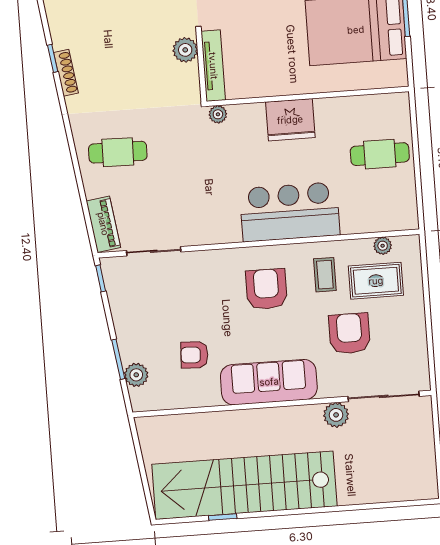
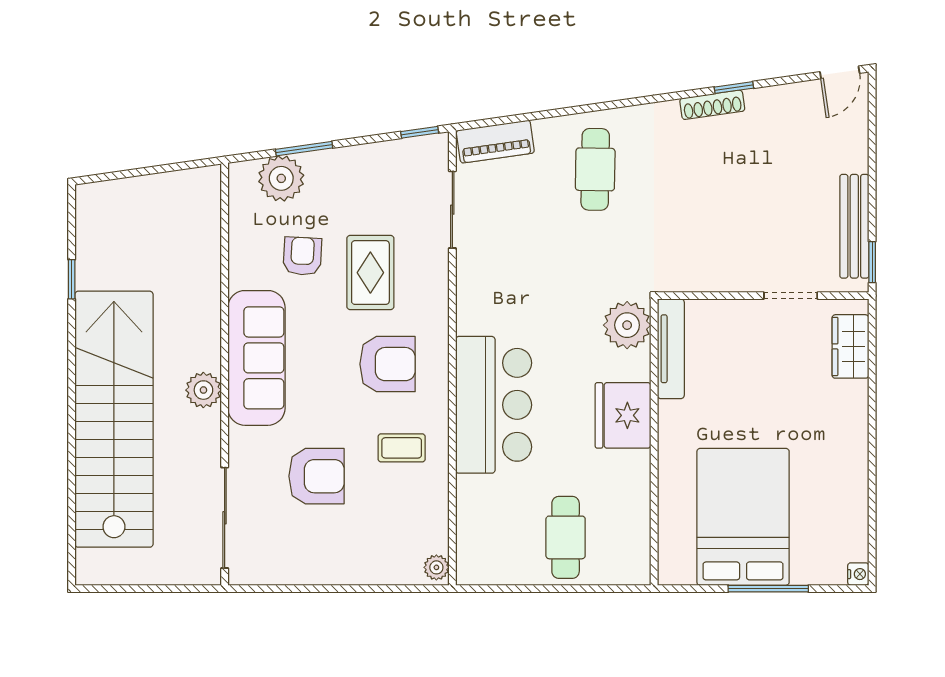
plant: (185, 50) -> (732, 275), removed
tv unit: (213, 66) -> (671, 349), moved, turned -90
plant: (218, 114) -> (627, 325), width x1.88, depth x1.88
plant: (383, 246) -> (436, 567), moved
rug: (376, 281) -> (370, 273), moved
plant: (136, 375) -> (281, 178), width x1.36, depth x1.36
plant: (336, 415) -> (203, 390), moved
stairs: (244, 485) -> (114, 419), moved

